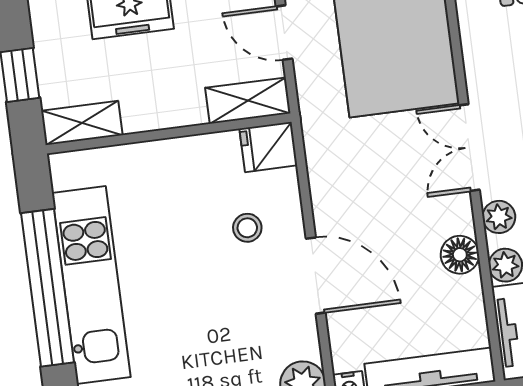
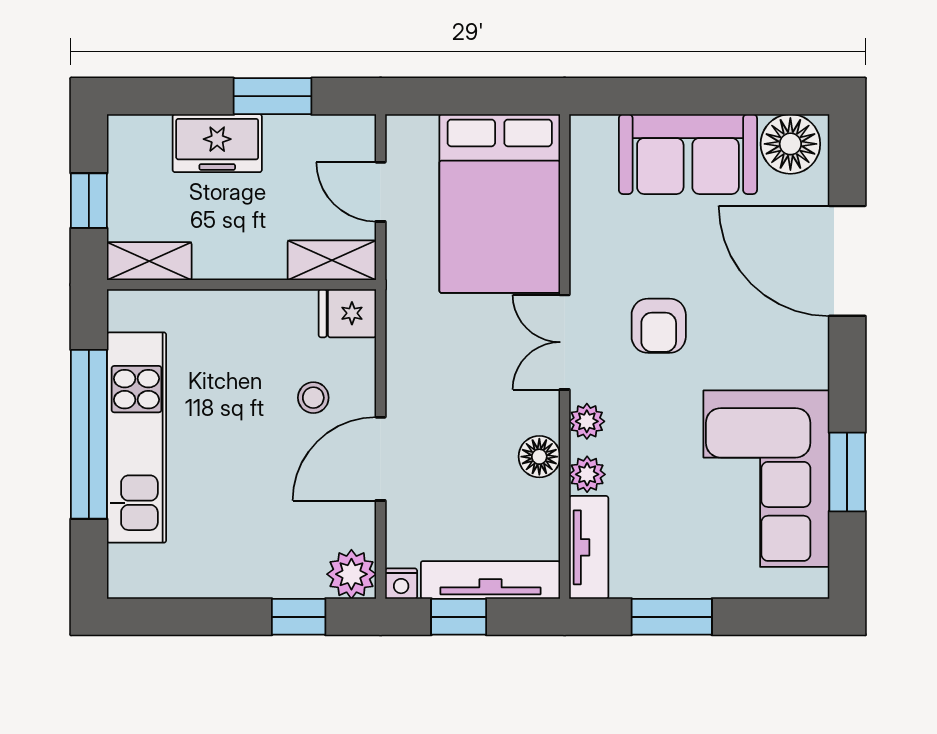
door: (316, 276) -> (381, 459), swing flipped

